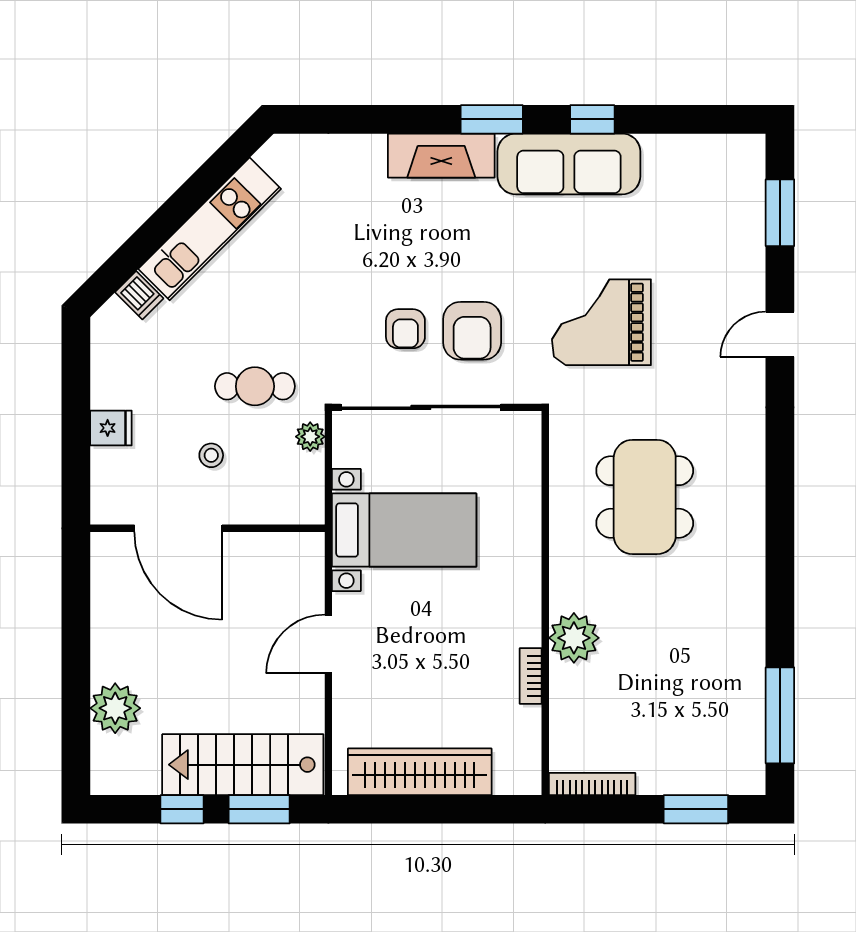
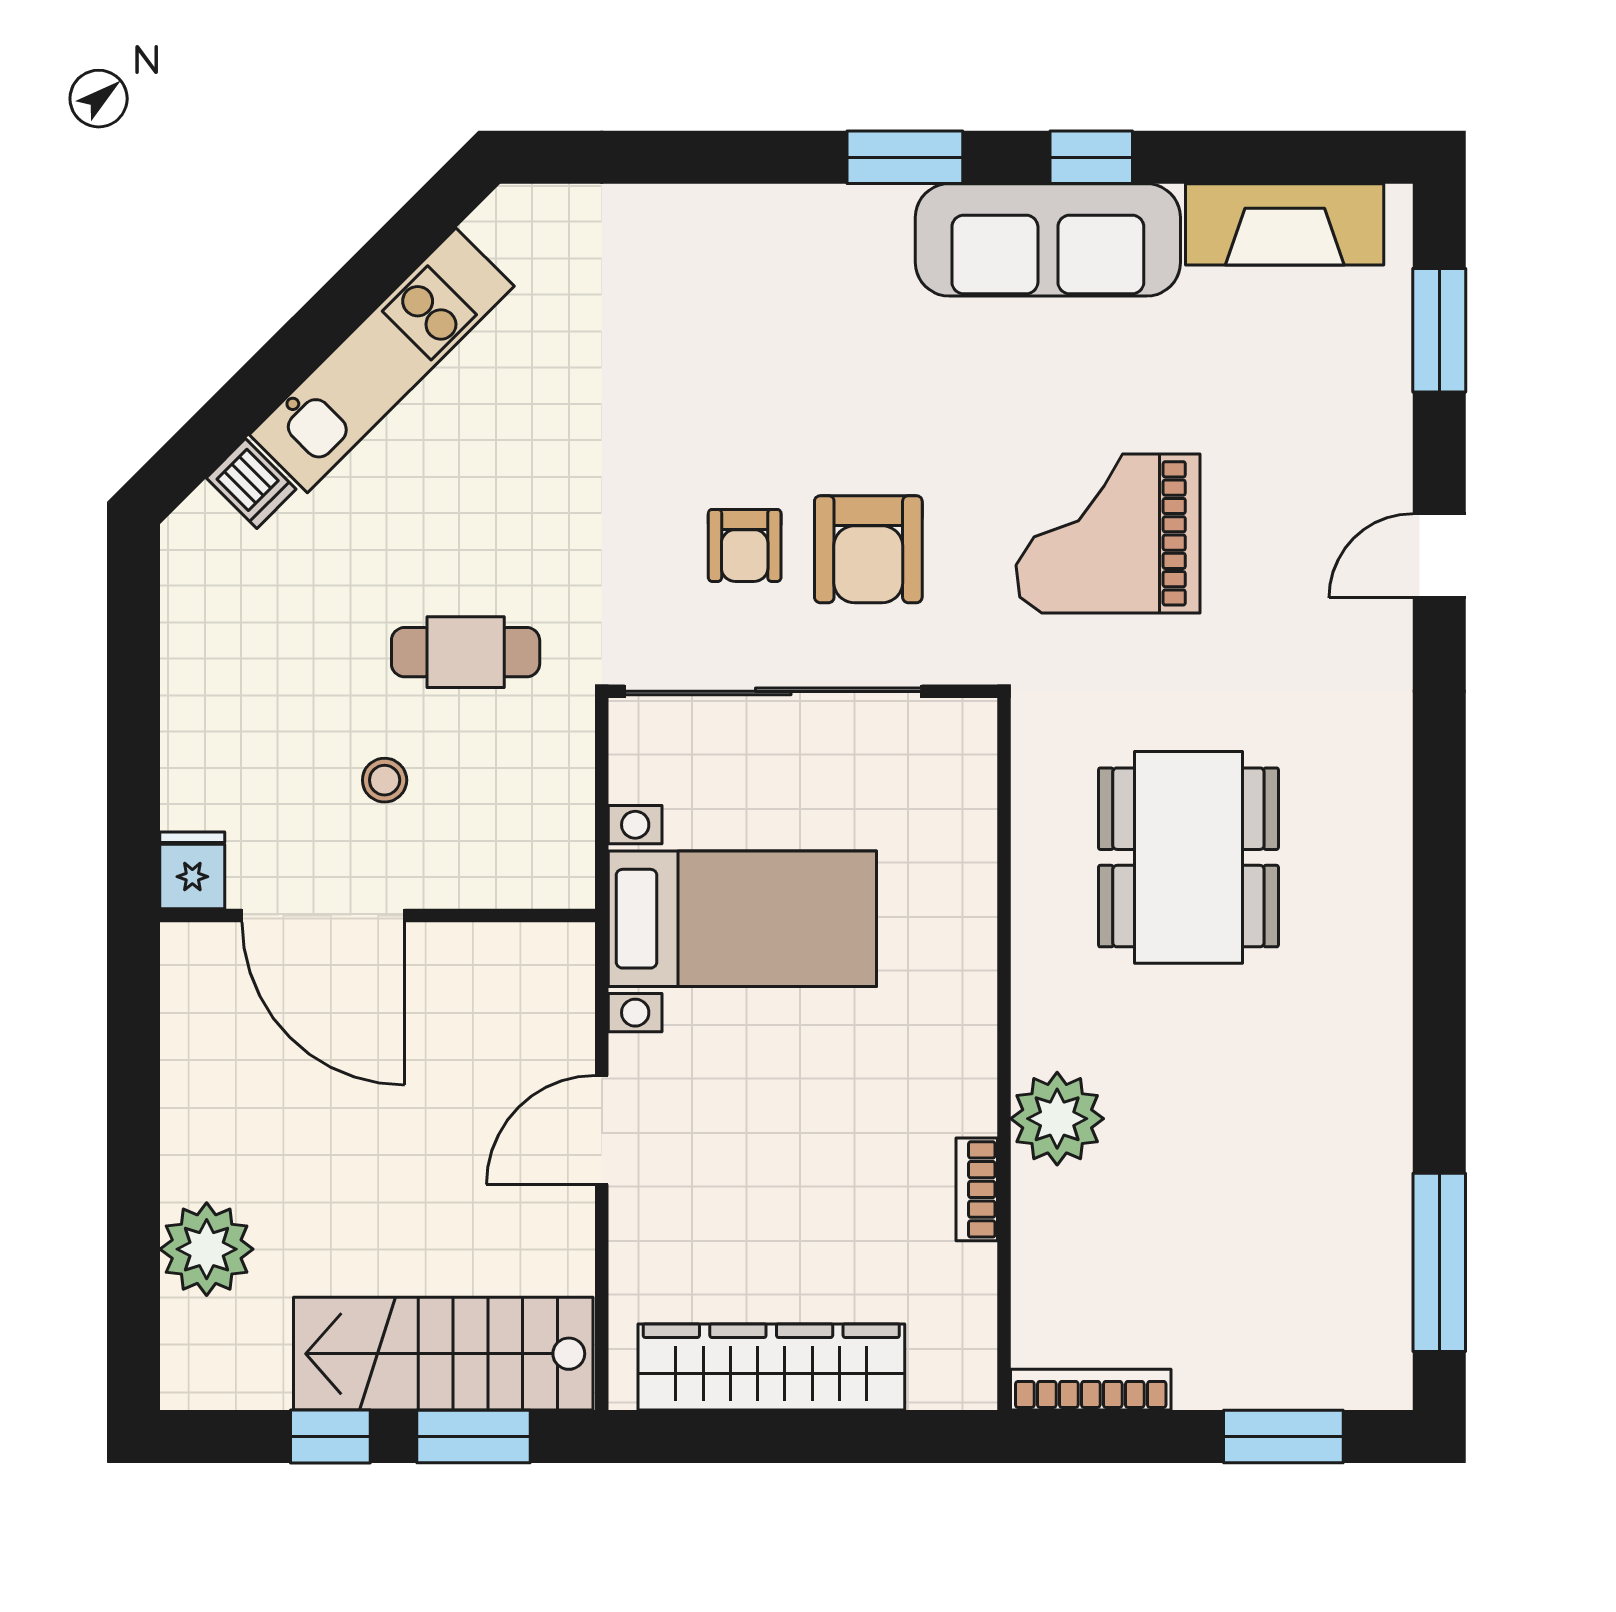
fireplace: (441, 156) -> (1285, 224), moved
fridge: (111, 428) -> (192, 870), moved, turned -90
plant: (310, 437) -> (568, 746), removed

